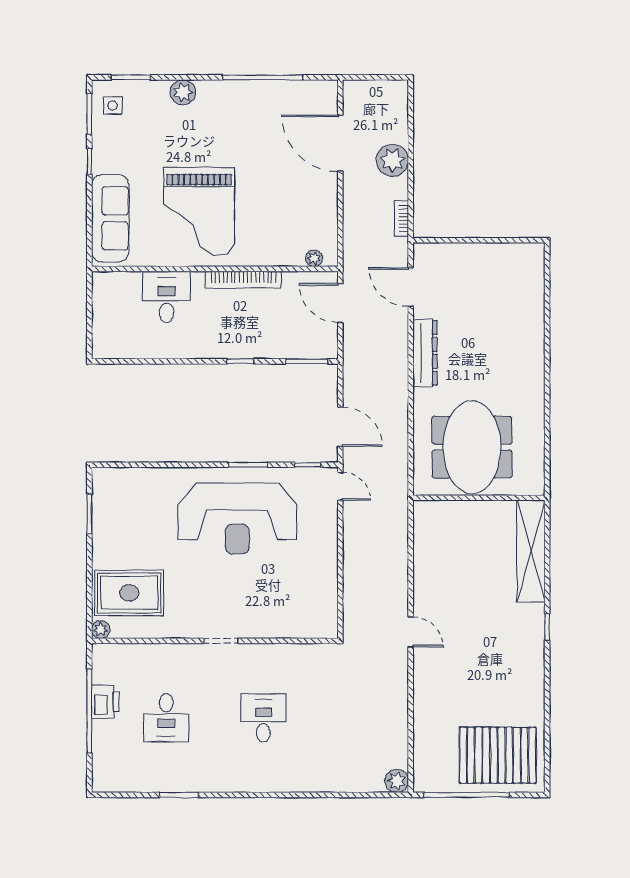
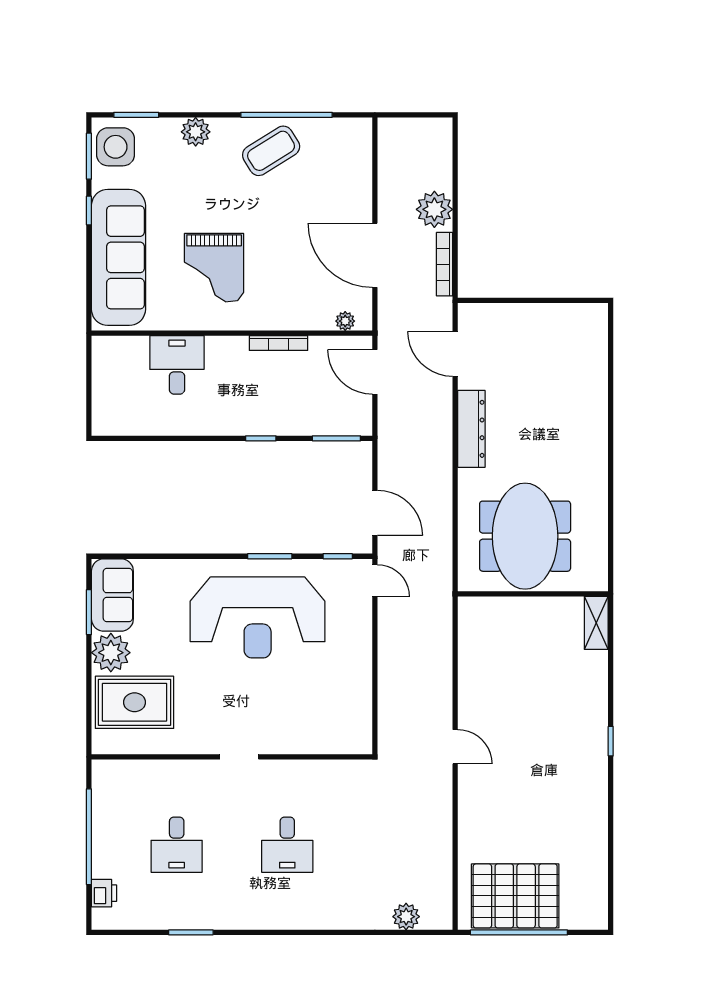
side table: (113, 105) -> (116, 147), width x1.87, depth x1.87
coffee table: (249, 109) -> (271, 151), added
door: (340, 143) -> (375, 255), moved
grand piano: (199, 212) -> (214, 268), width x0.73, depth x0.68
sofa: (110, 218) -> (118, 257), width x1.36, depth x1.27
bookcase: (401, 219) -> (445, 264), width x1.56
bookcase: (243, 280) -> (279, 343), width x0.68, depth x0.76
sofa: (110, 499) -> (112, 595), added
shelving: (531, 551) -> (596, 623), width x0.45, depth x0.75
plant: (101, 630) -> (111, 653), moved, width x1.88, depth x1.88
printer: (105, 702) -> (104, 893), moved, width x0.73, depth x0.81
desk: (263, 718) -> (287, 845), turned 180
pallet: (498, 755) -> (515, 896), moved
plant: (397, 781) -> (406, 917), moved

